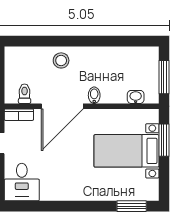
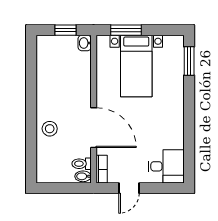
window: (164, 77) -> (66, 30), width x0.67
bidet: (94, 95) -> (83, 176), moved
washbasin: (136, 97) -> (85, 43), moved

